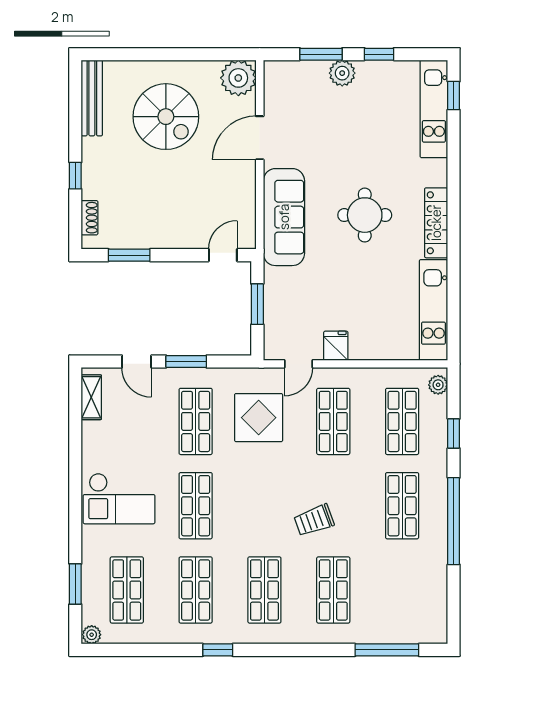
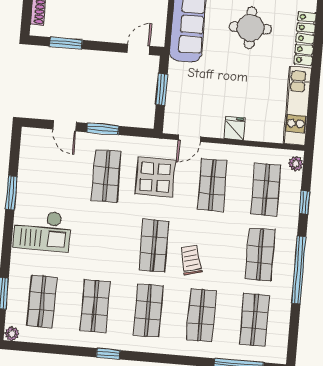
fridge: (336, 346) -> (235, 128), moved
shelving: (91, 397) -> (27, 150), removed
window: (75, 453) -> (11, 193), added
shop shelf: (196, 506) -> (154, 246), moved
trolley: (314, 520) -> (191, 260), turned 96
shop shelf: (402, 590) -> (254, 320), added

